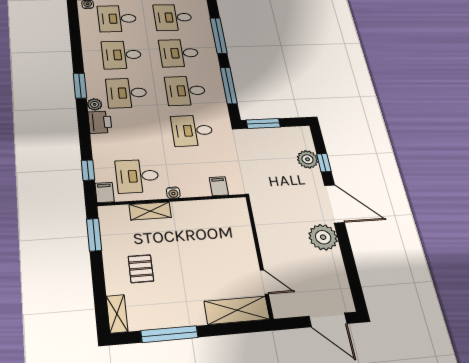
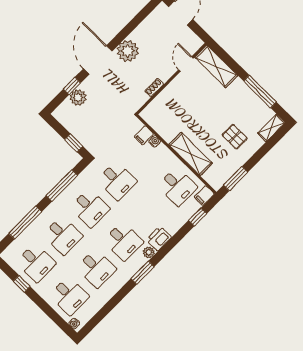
window: (263, 124) -> (74, 143), width x0.67
water cooler: (173, 193) -> (155, 141), moved
shelving: (150, 211) -> (191, 154), width x1.50, depth x1.33
shoe rack: (262, 232) -> (154, 88), added
pallet: (141, 269) -> (235, 137), turned 90

